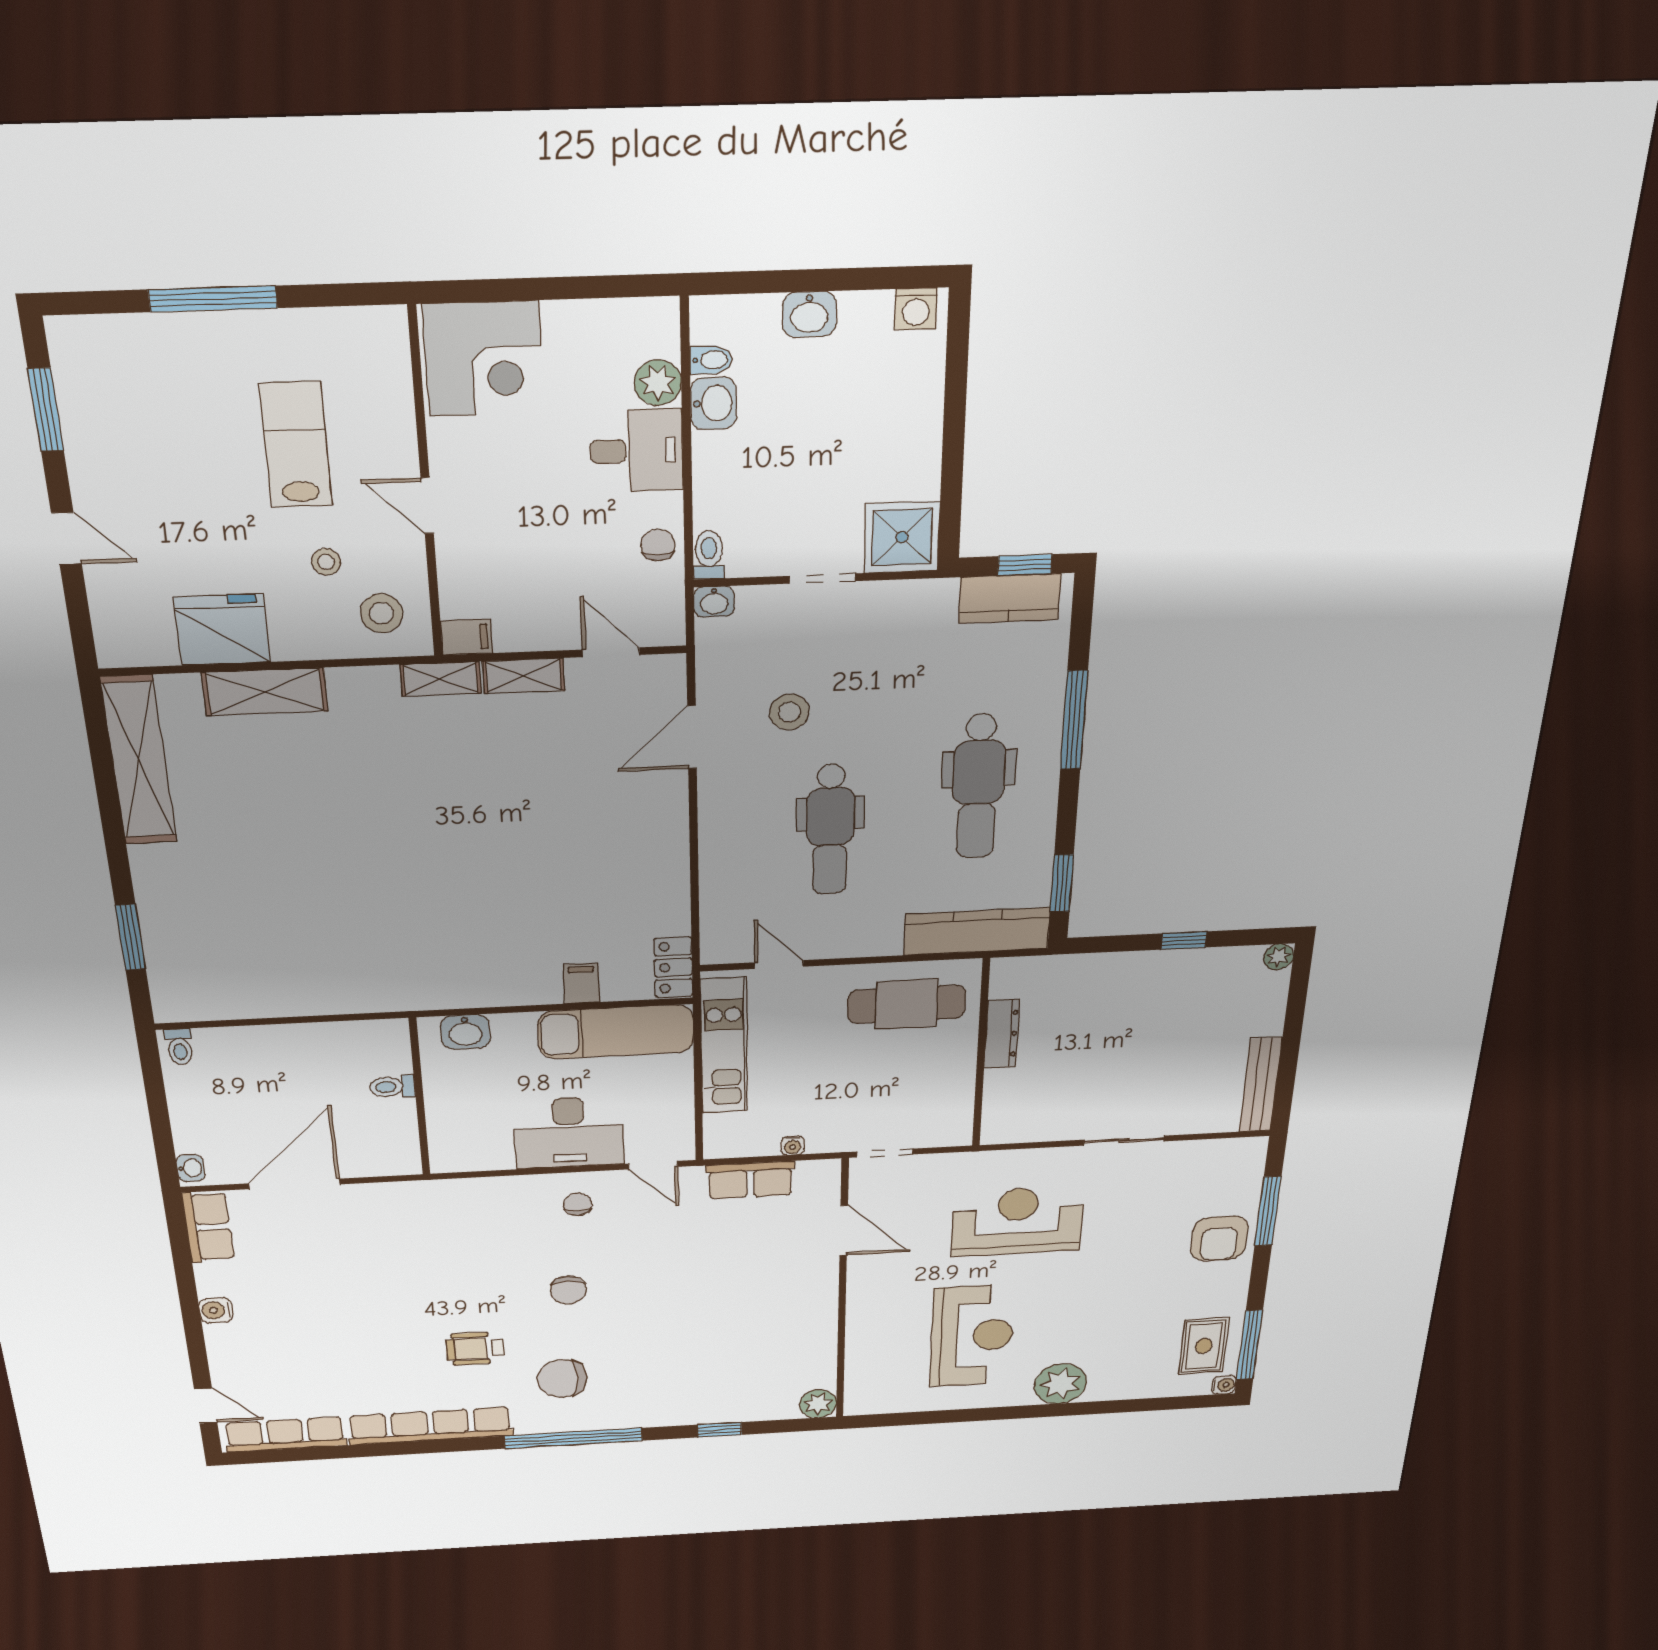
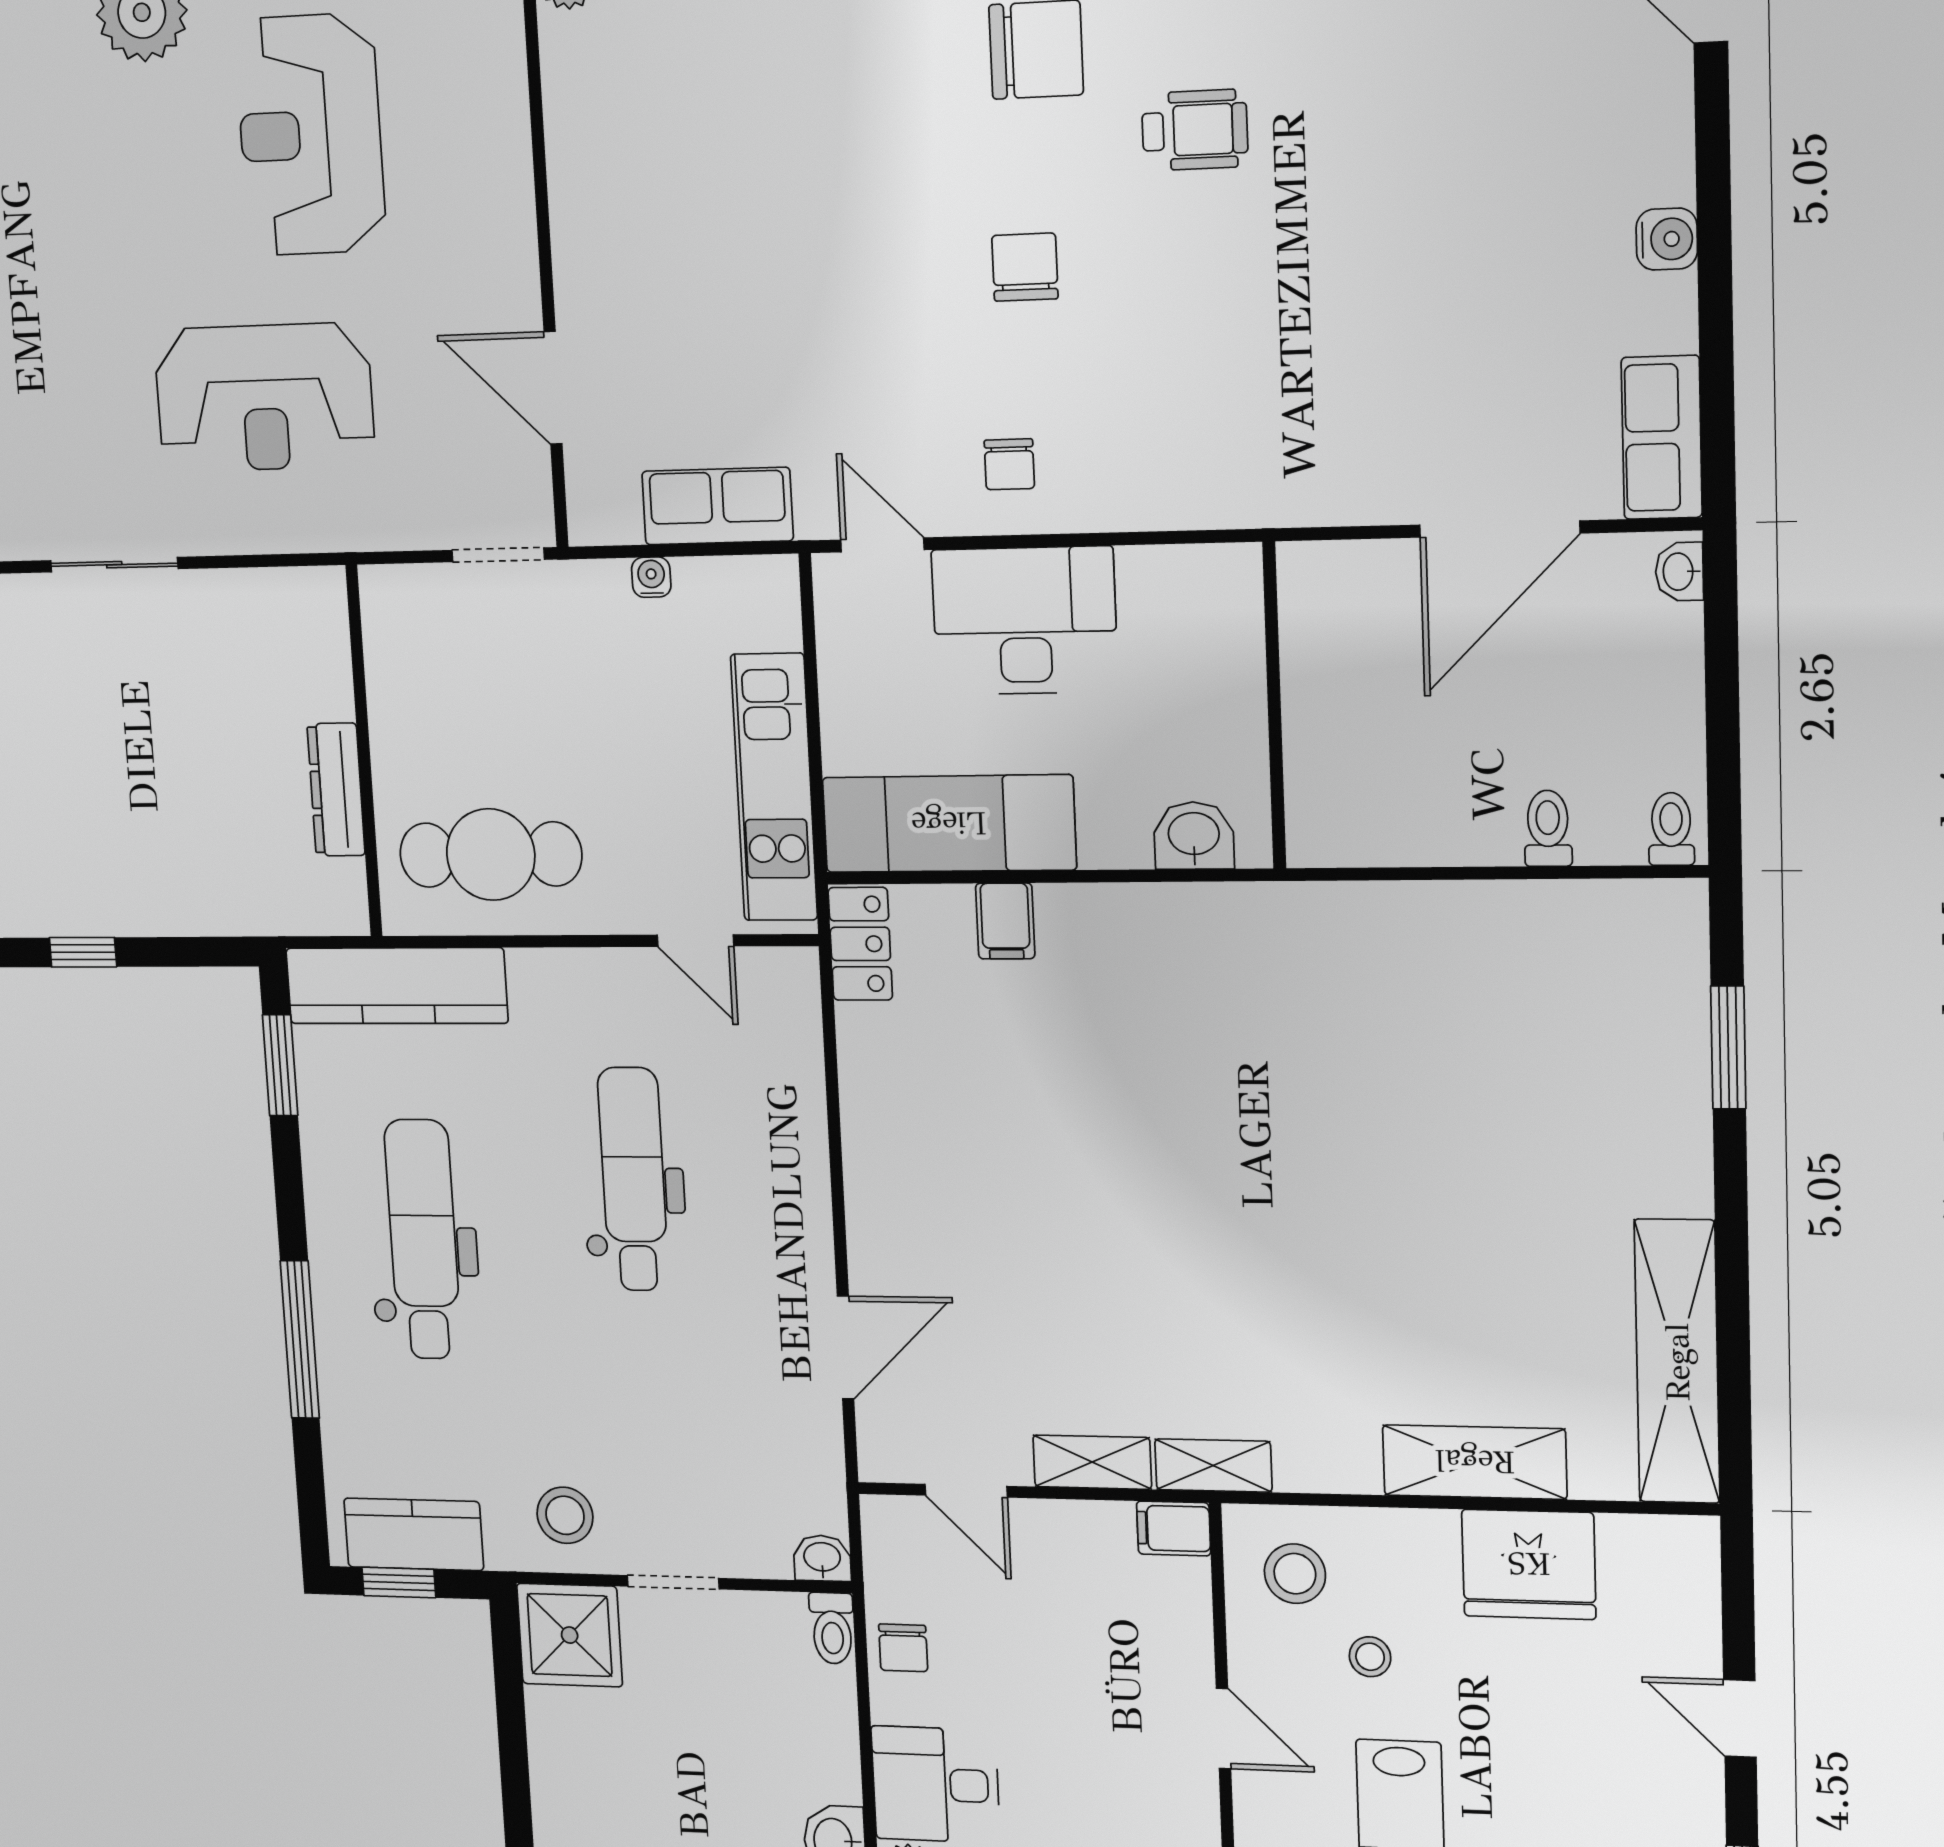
stool: (789, 712) -> (565, 1515), moved
toilet: (392, 1087) -> (1548, 828), moved, turned -90

